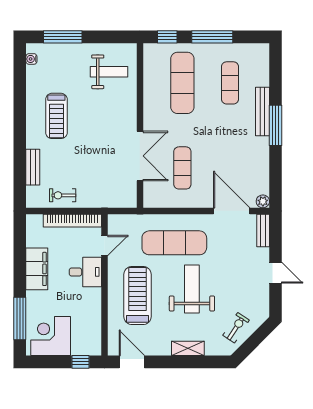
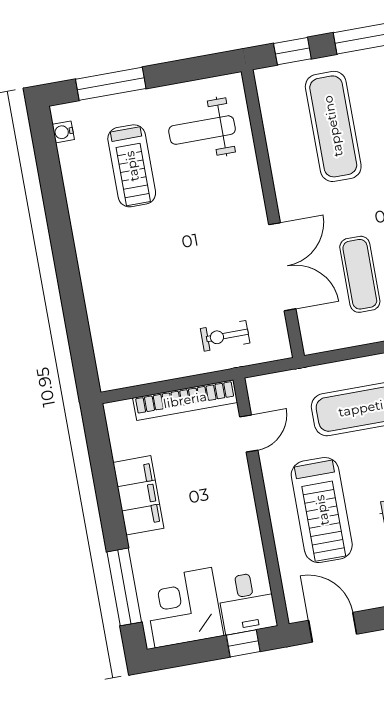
weight bench: (109, 72) -> (202, 130), turned 180
treadmill: (56, 116) -> (132, 166), moved
bench: (33, 167) -> (100, 319), removed
exercise bike: (63, 195) -> (225, 336), moved
desk: (85, 272) -> (247, 603), moved, turned 90
treadmill: (138, 295) -> (322, 510), turned 180

